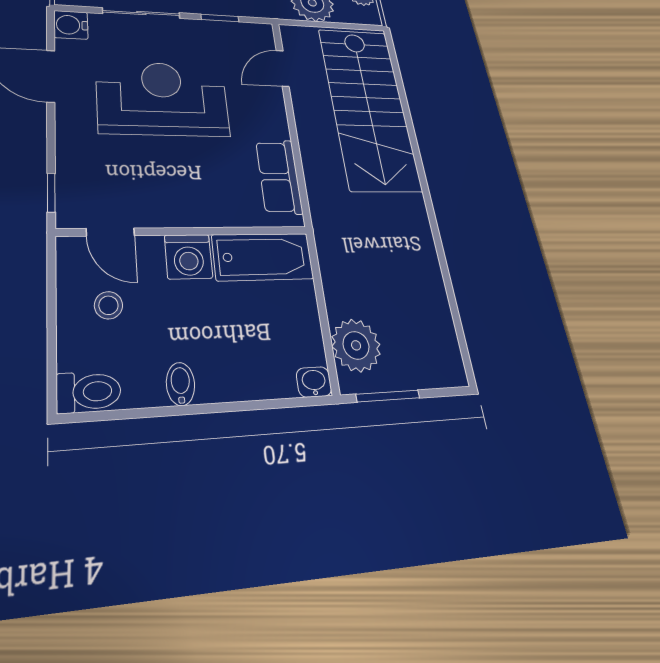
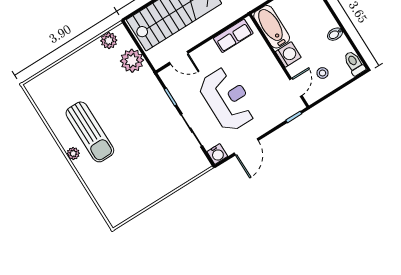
reception desk: (163, 98) -> (228, 99), turned 180

